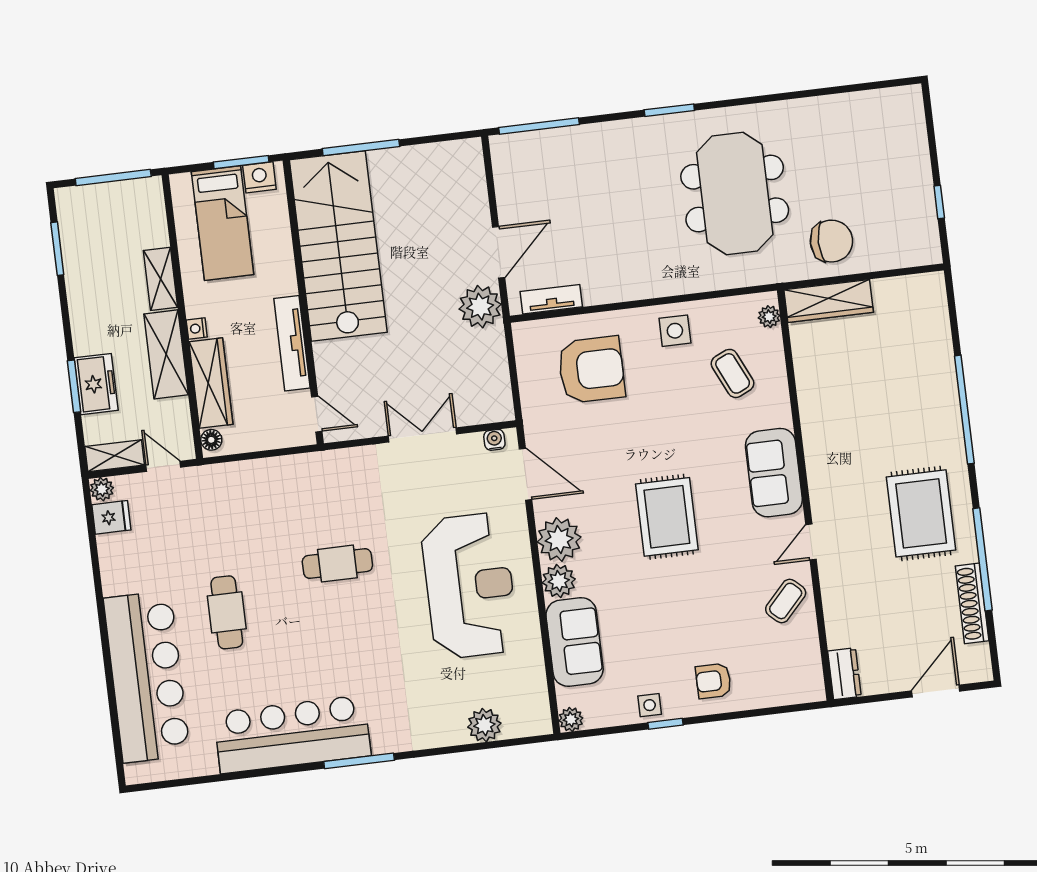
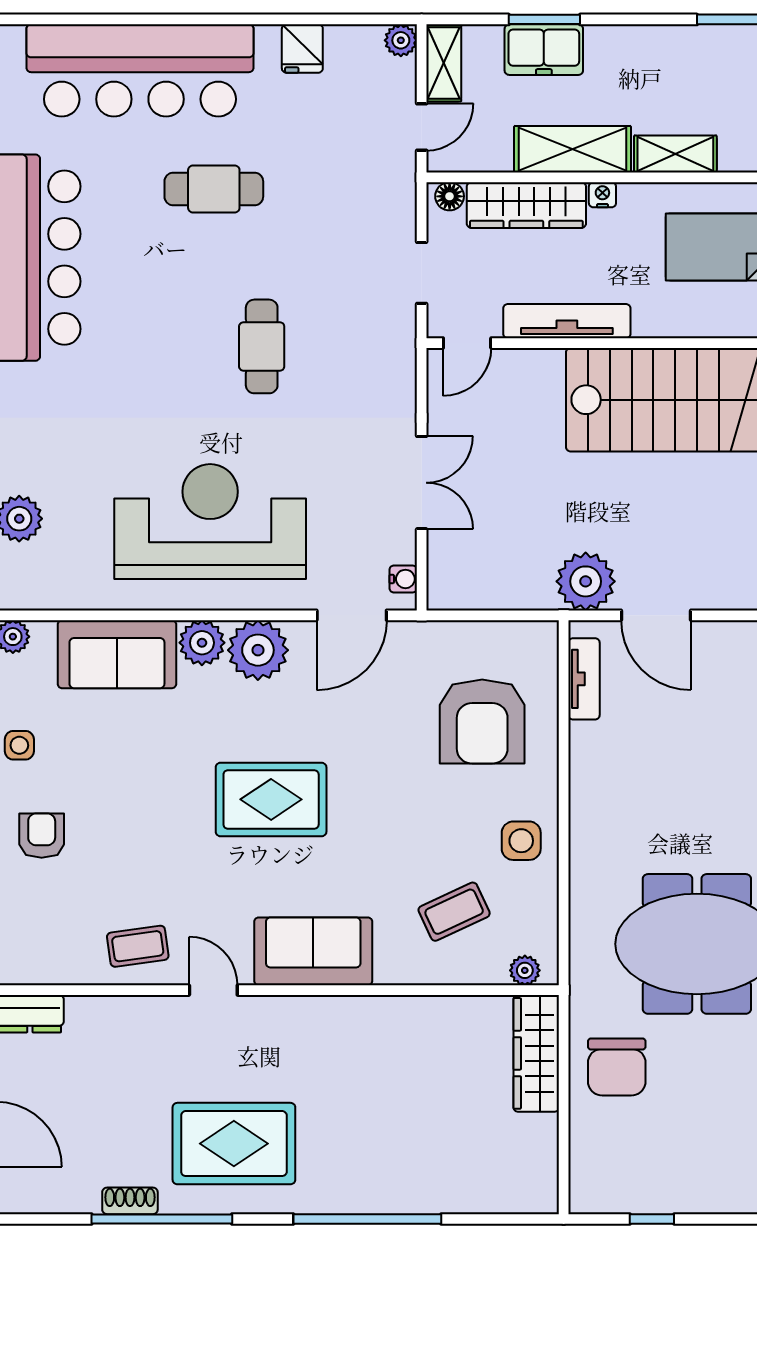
doorway: (270, 453) -> (422, 273), added
fridge: (111, 517) -> (302, 49), moved
reception desk: (470, 586) -> (210, 521), turned 180
coffee table: (786, 601) -> (138, 946), turned -51
shoe rack: (972, 603) -> (130, 1201), width x0.51, depth x0.81

